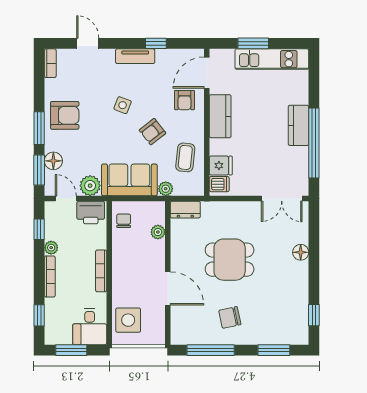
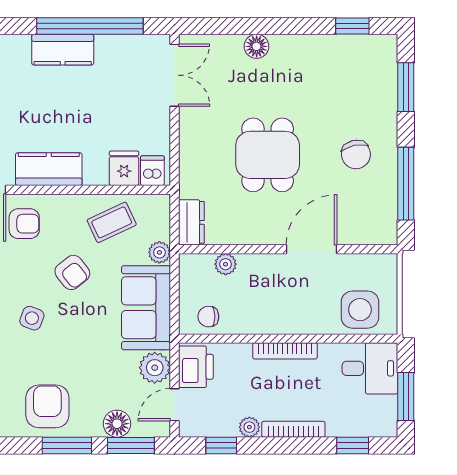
coffee table: (185, 157) -> (112, 222), turned -31

